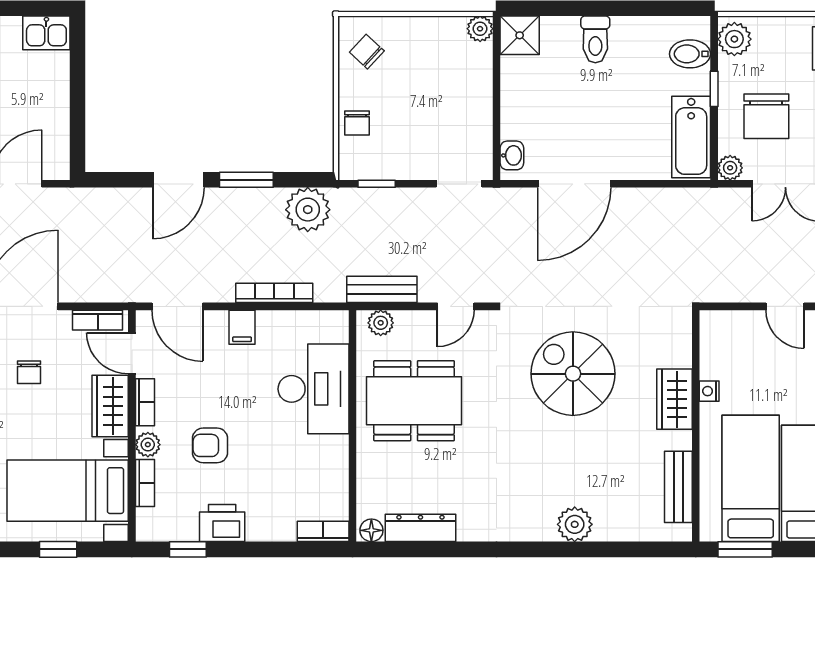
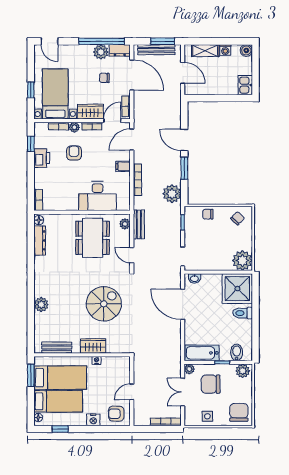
plant: (480, 29) -> (242, 261), width x1.88, depth x1.88
shower: (520, 35) -> (237, 289), width x1.86, depth x1.86

